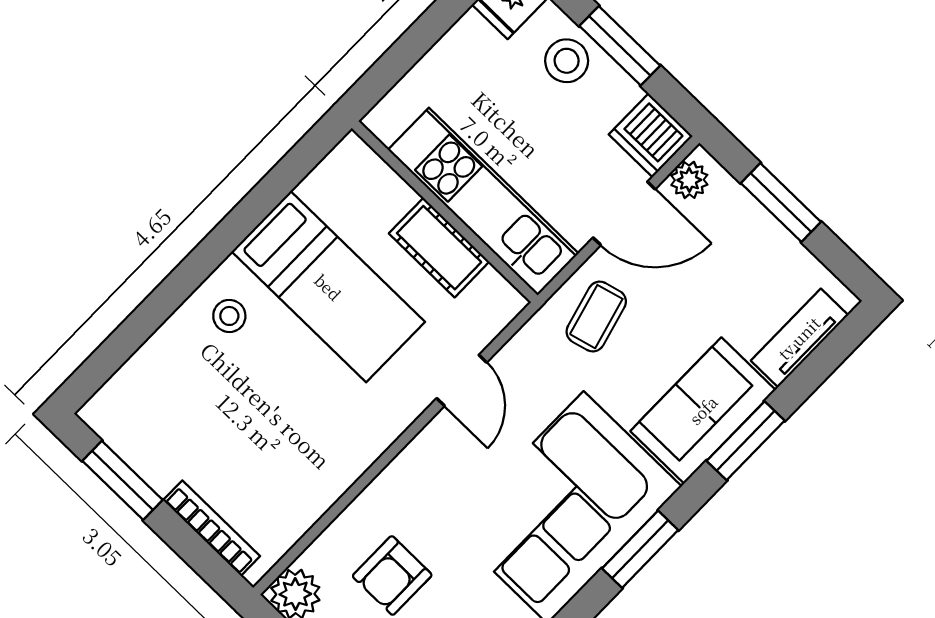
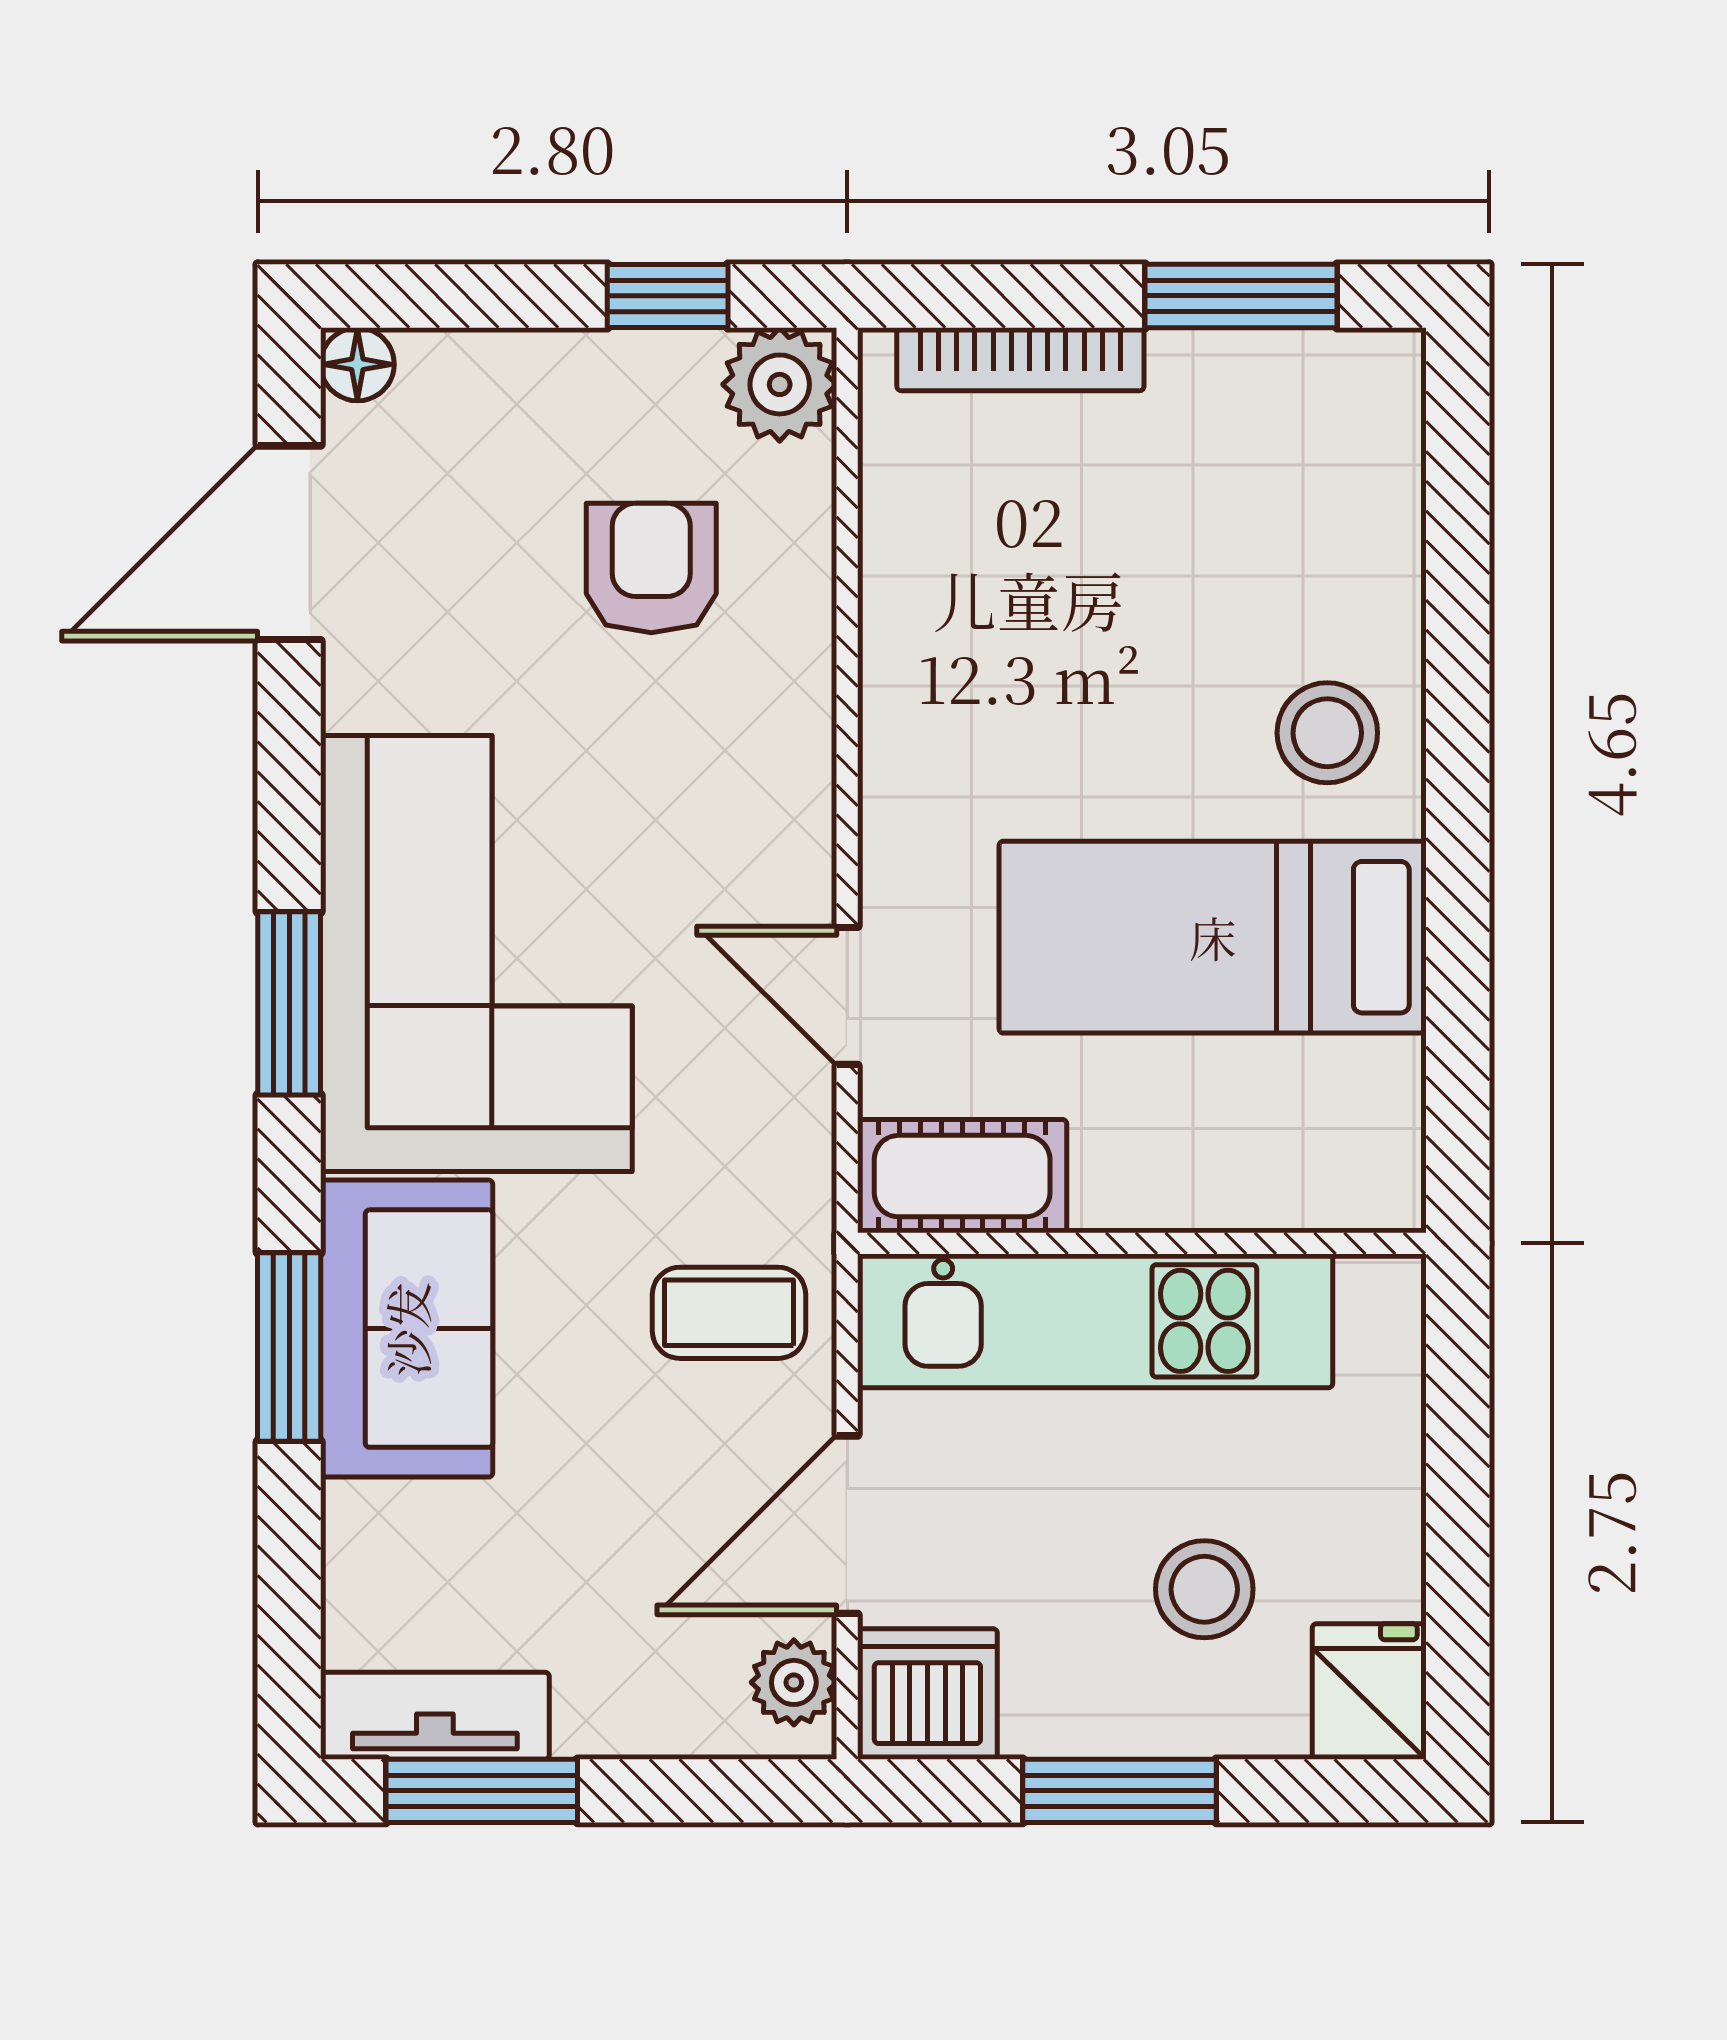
stool: (567, 61) -> (1204, 1589), moved
window: (781, 202) -> (482, 1791), moved
cot: (439, 248) -> (962, 1176), moved
stool: (229, 316) -> (1327, 733), width x1.37, depth x1.37
coffee table: (596, 317) -> (729, 1313), turned -75
tv unit: (799, 338) -> (435, 1716), moved, turned -90

